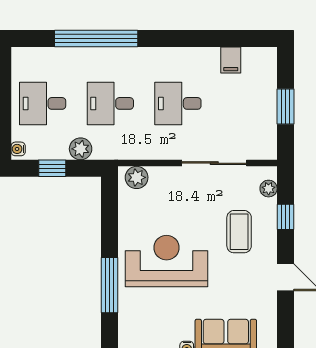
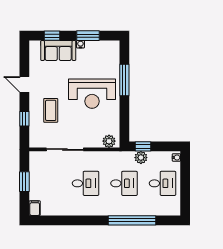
filing cabinet: (231, 60) -> (35, 208), moved
window: (52, 168) -> (143, 146), moved
plant: (269, 189) -> (34, 135), removed

